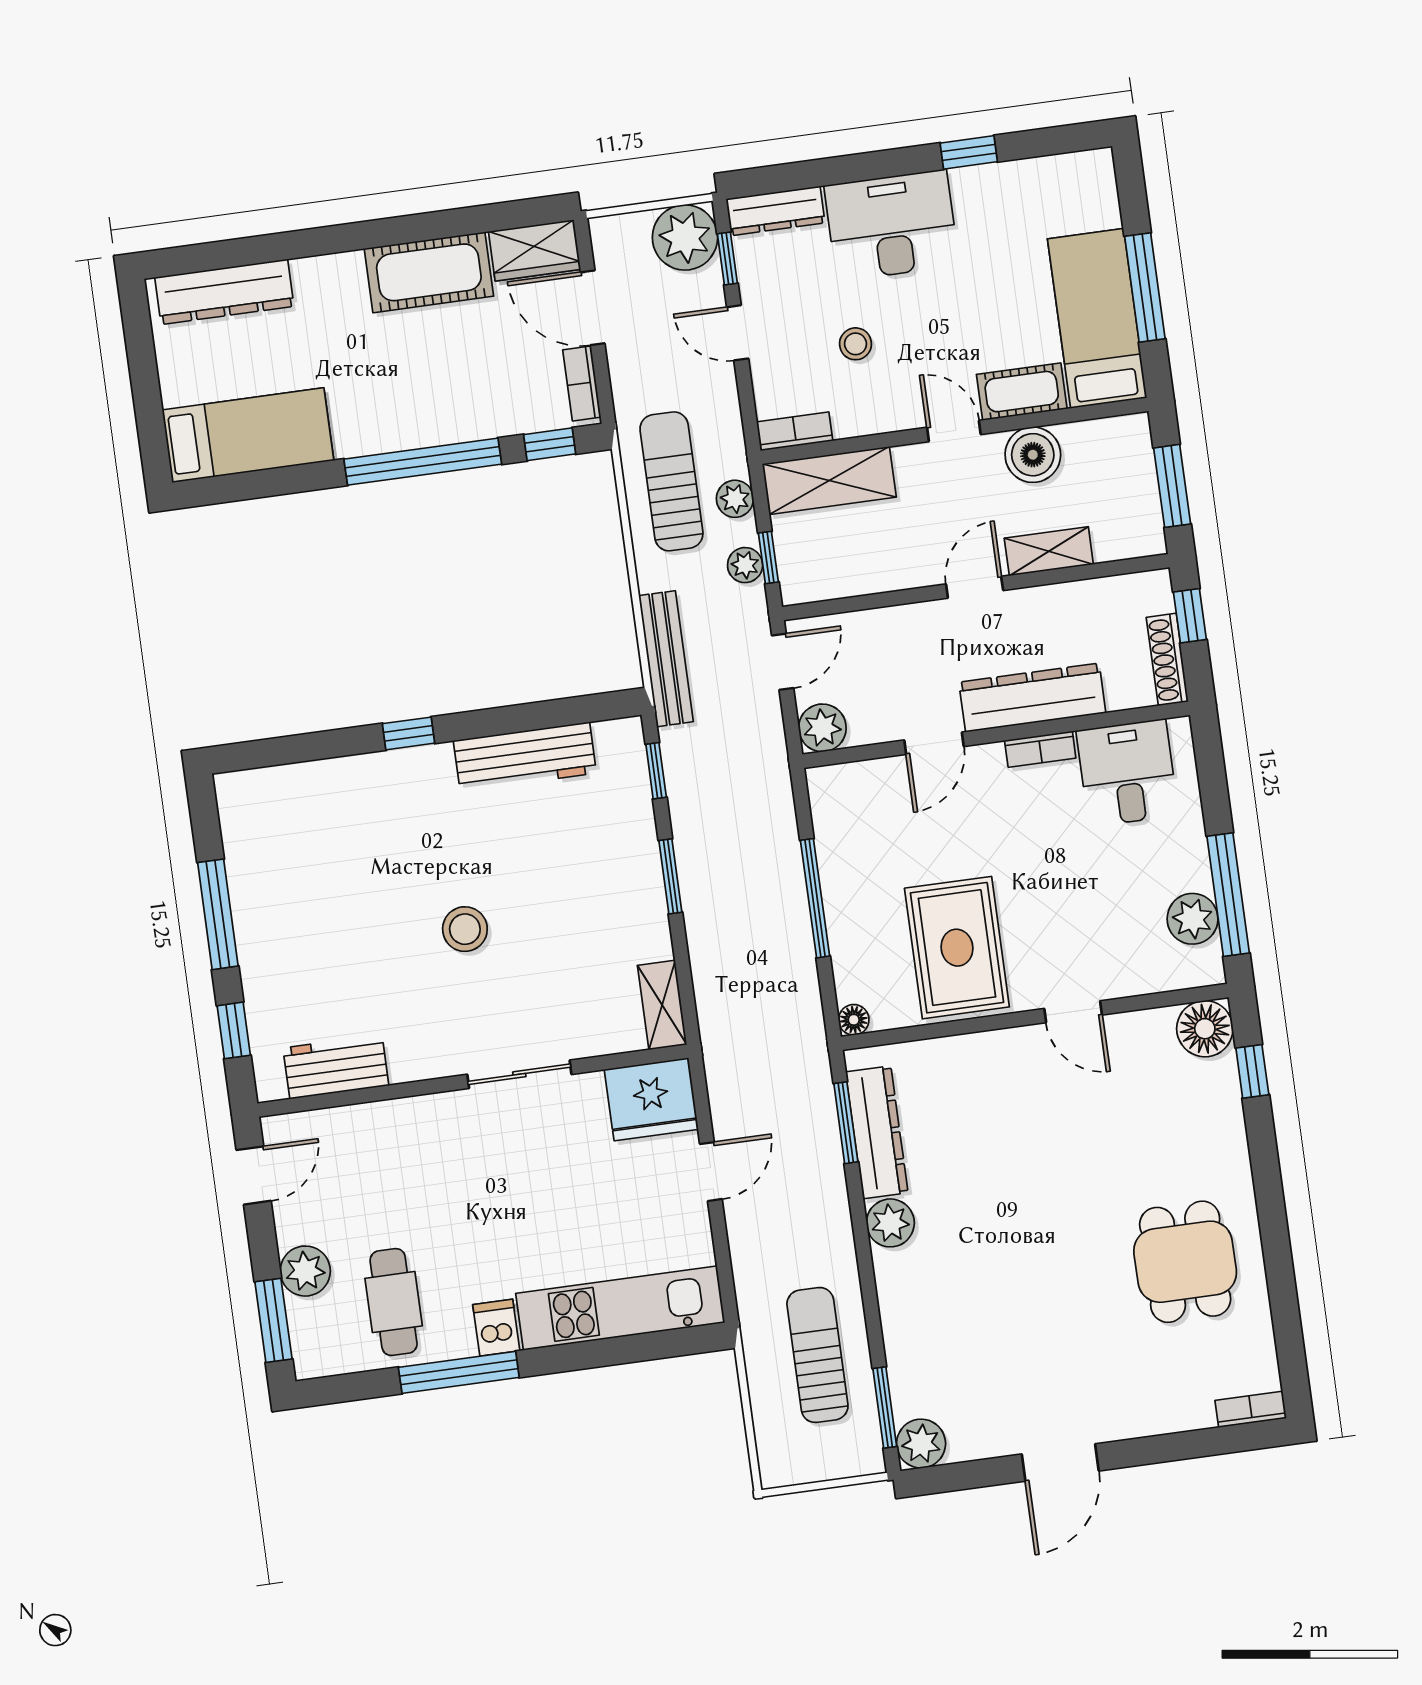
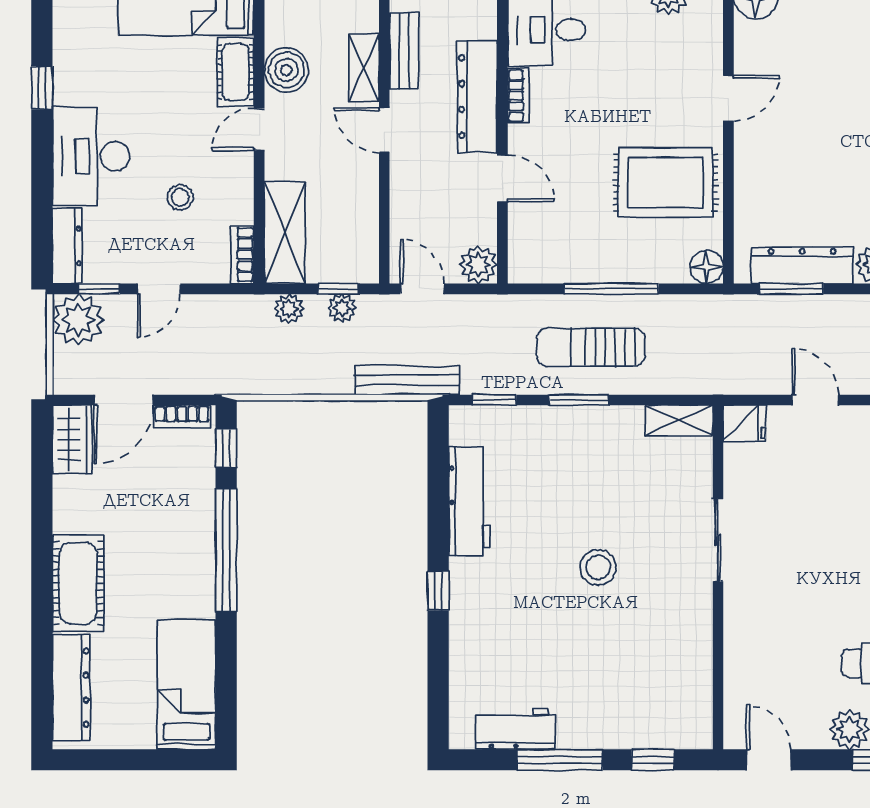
cot: (429, 272) -> (78, 583), moved
sun lounger: (671, 481) -> (591, 347), moved
bench: (1076, 599) -> (404, 51), added
floor lamp: (854, 1020) -> (707, 267), width x1.37, depth x1.37
workbench: (336, 1067) -> (516, 729), moved, turned 90
fridge: (651, 1099) -> (745, 423), width x0.53, depth x0.75

